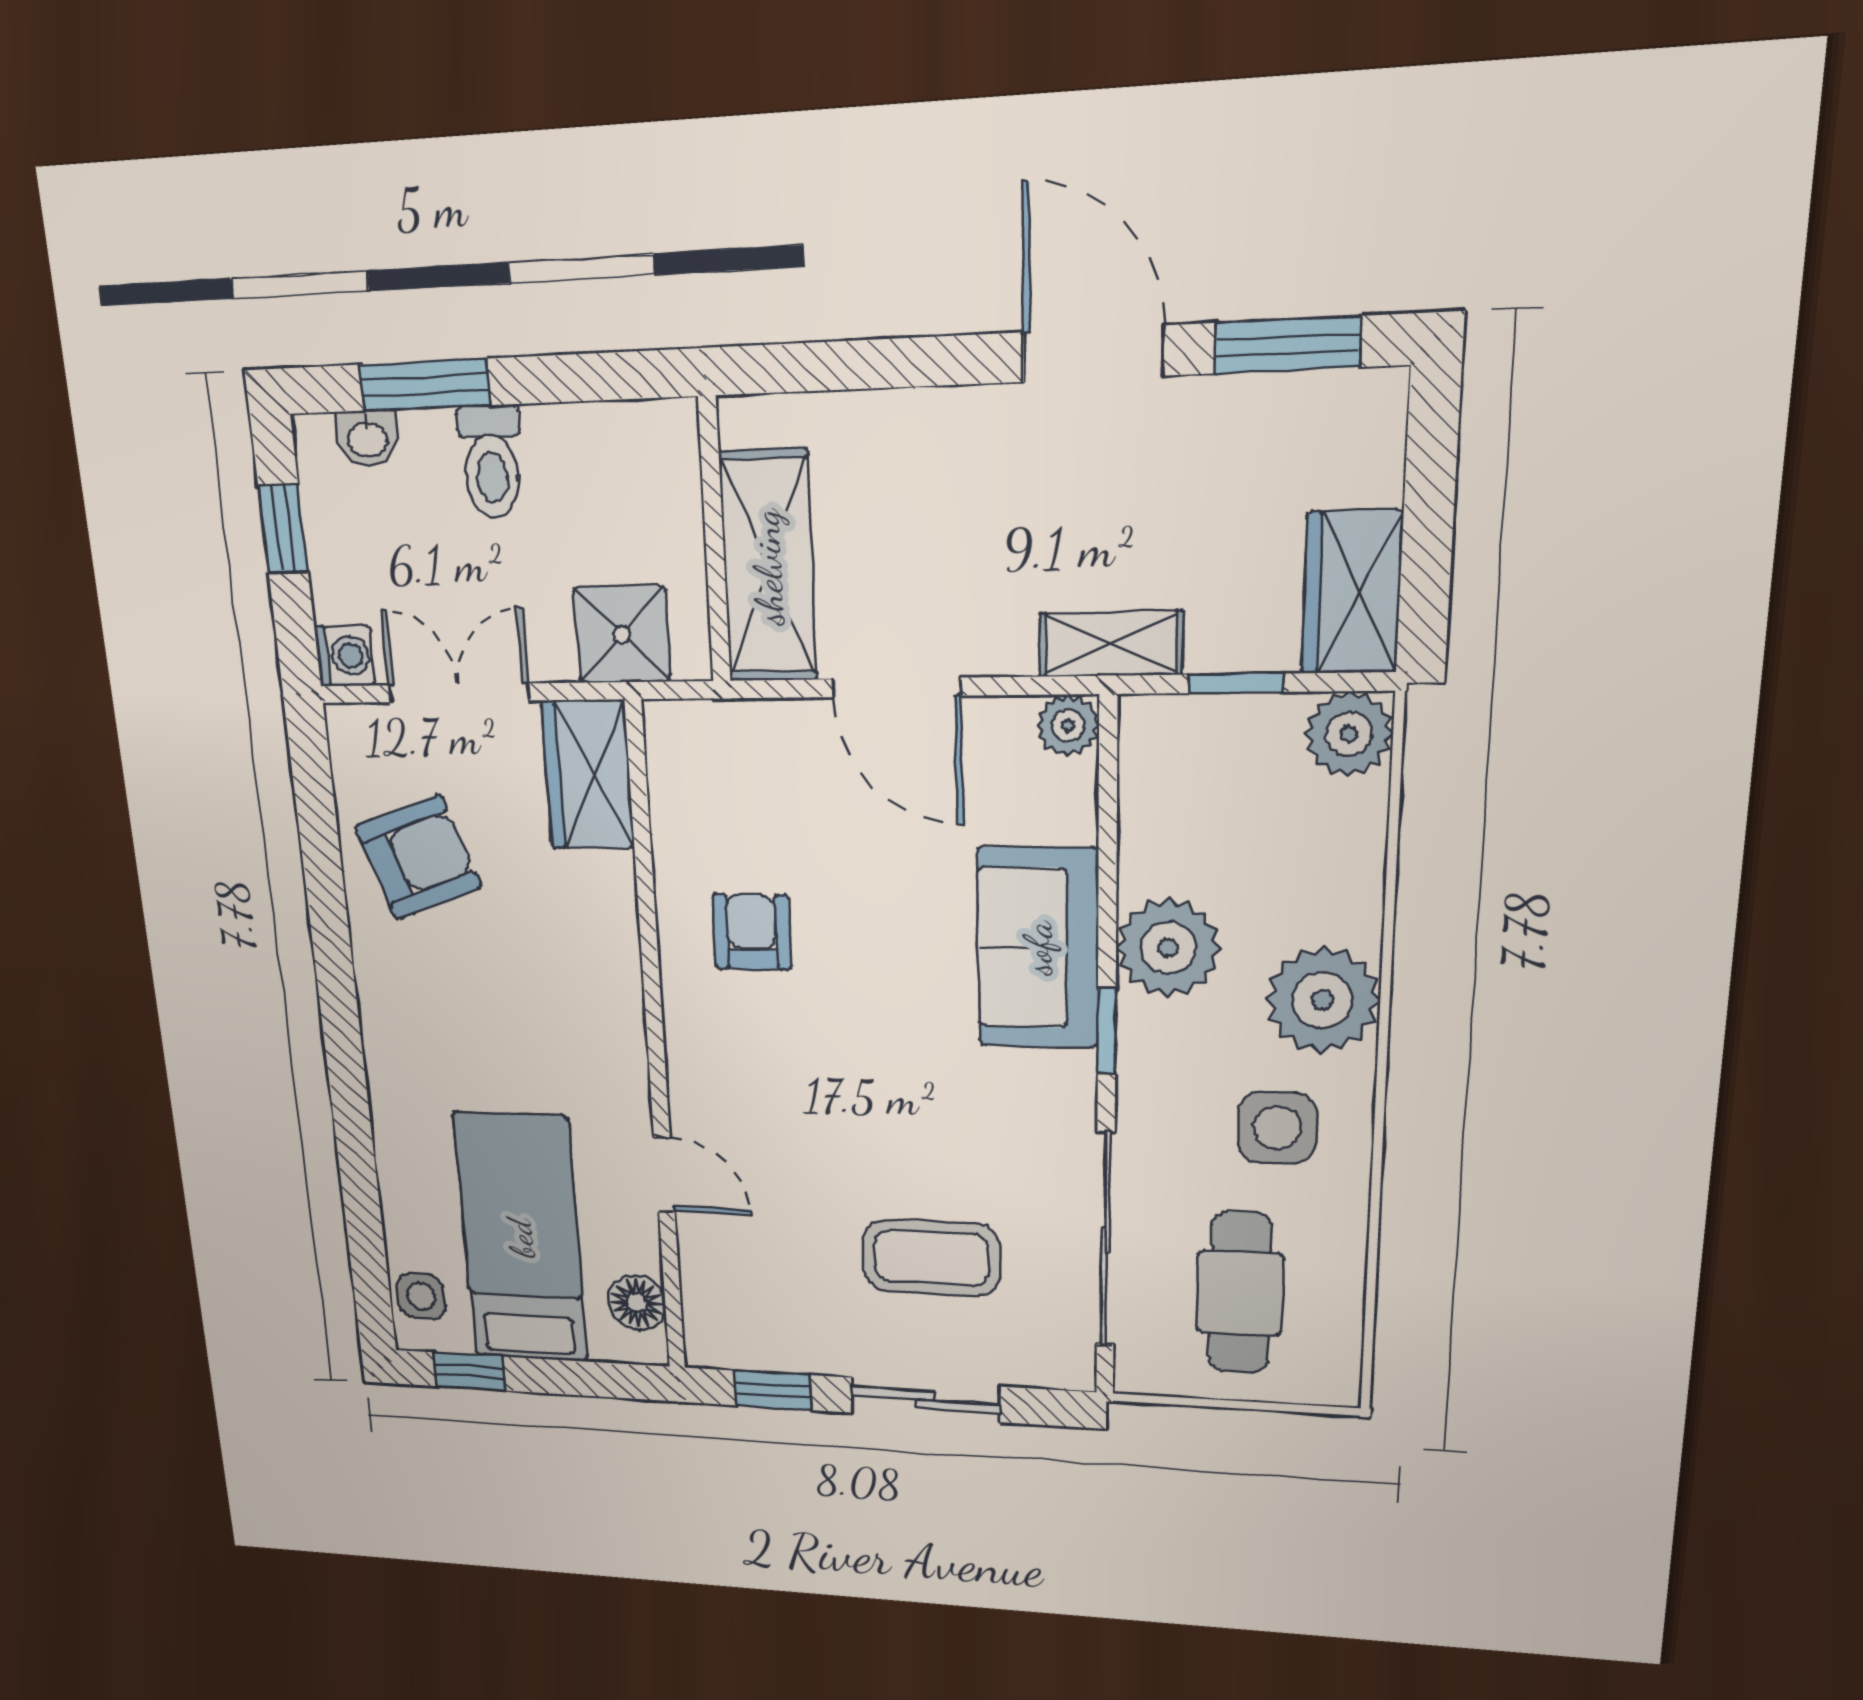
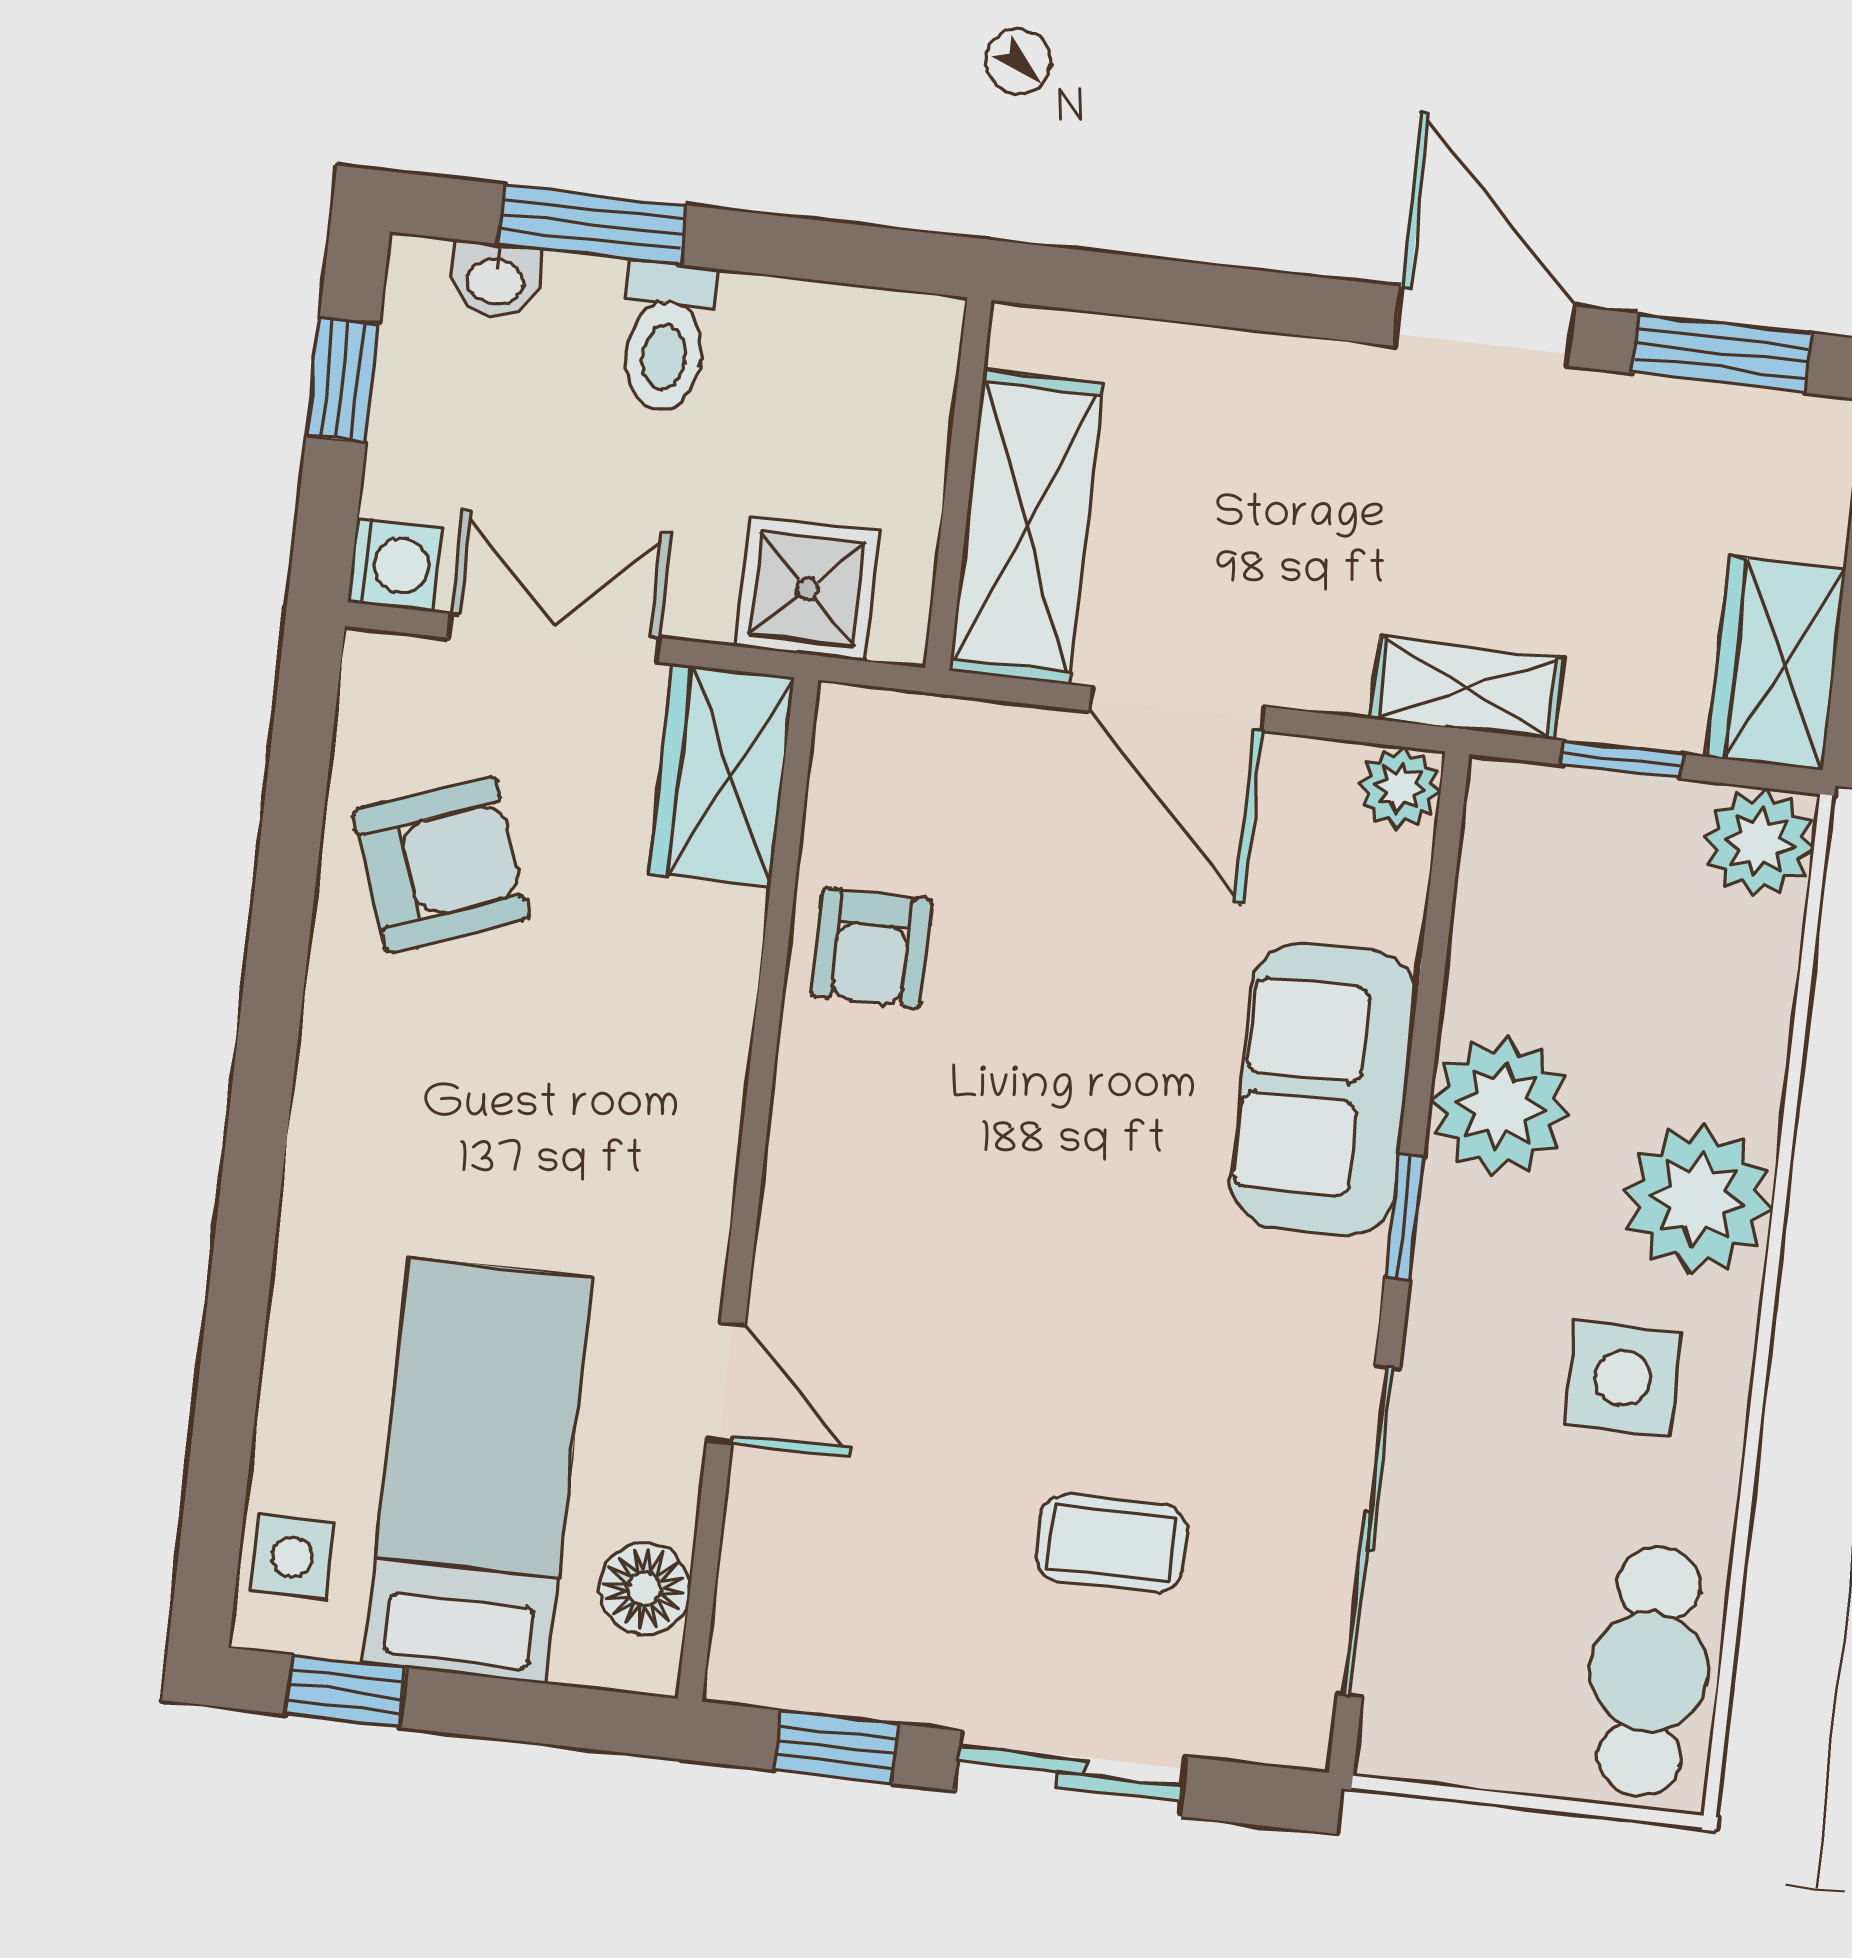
armchair: (752, 932) -> (872, 948), moved, turned 180
coffee table: (931, 1258) -> (1111, 1543), width x0.73, depth x0.77
cafe table: (1240, 1293) -> (1649, 1671), moved

